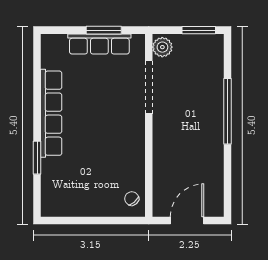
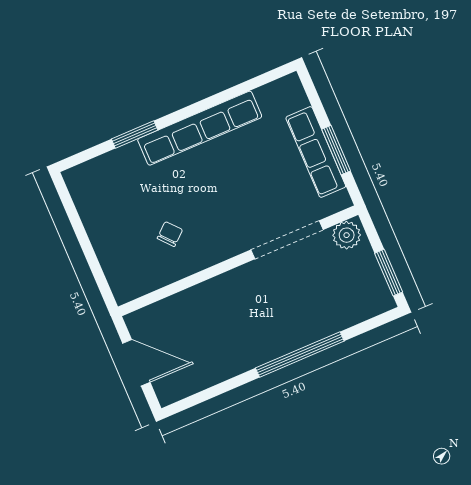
chair: (132, 199) -> (170, 234), moved

